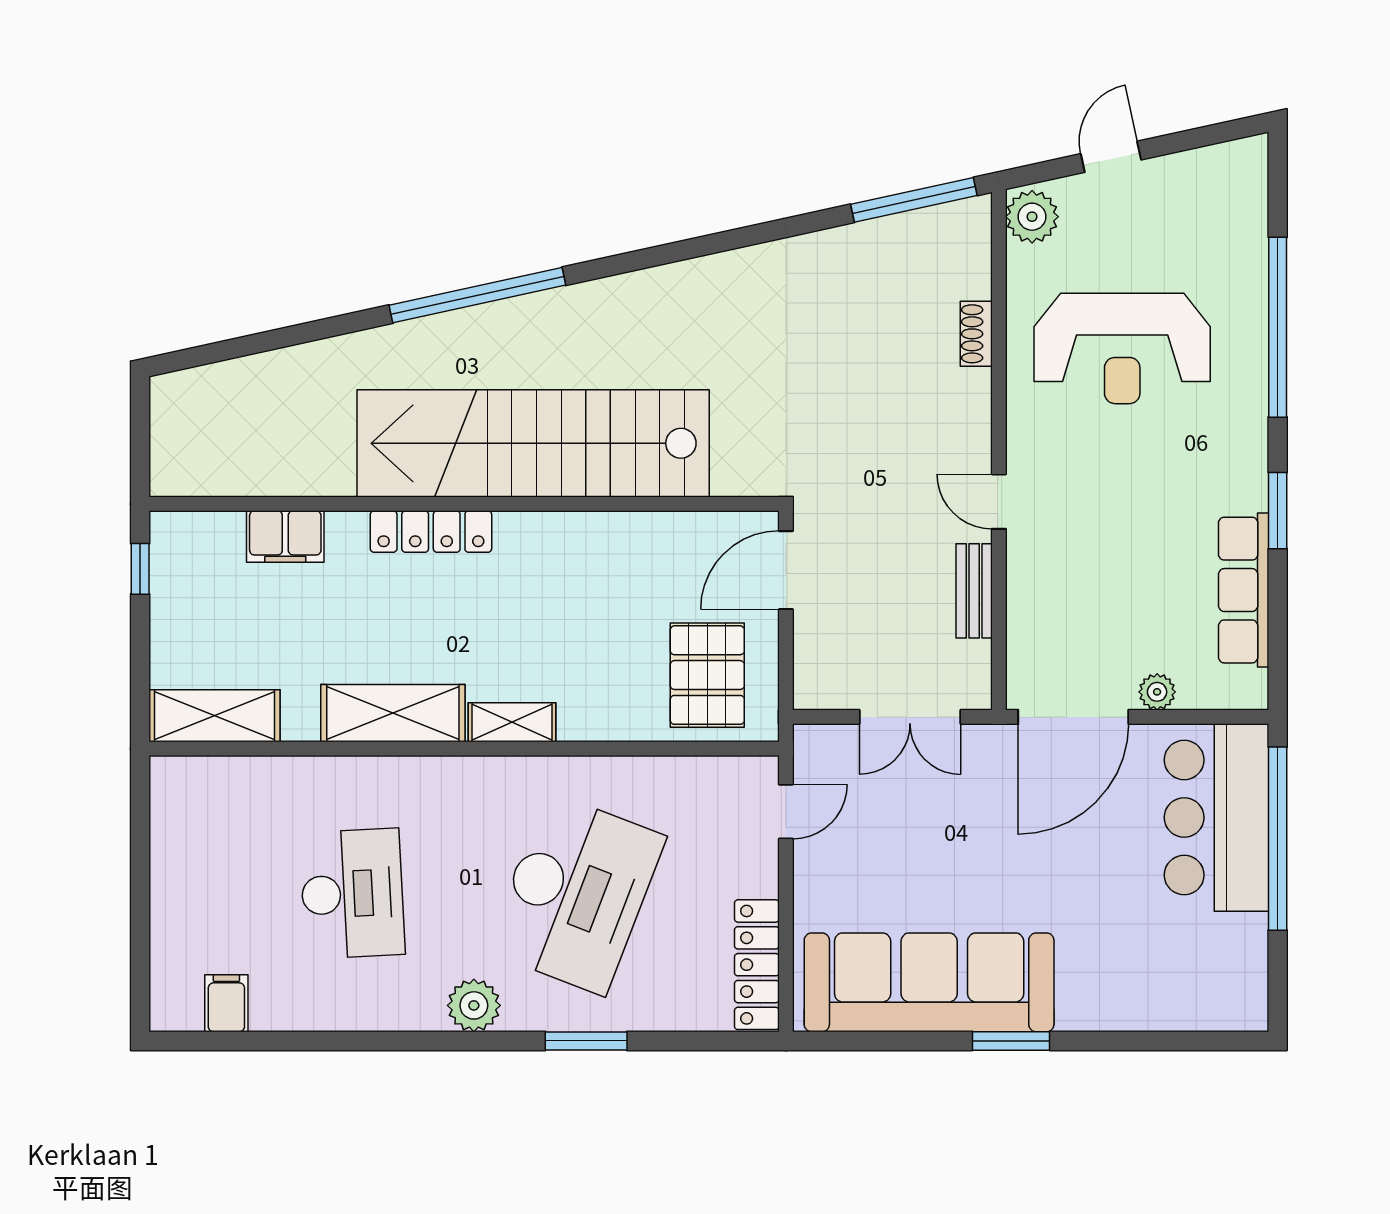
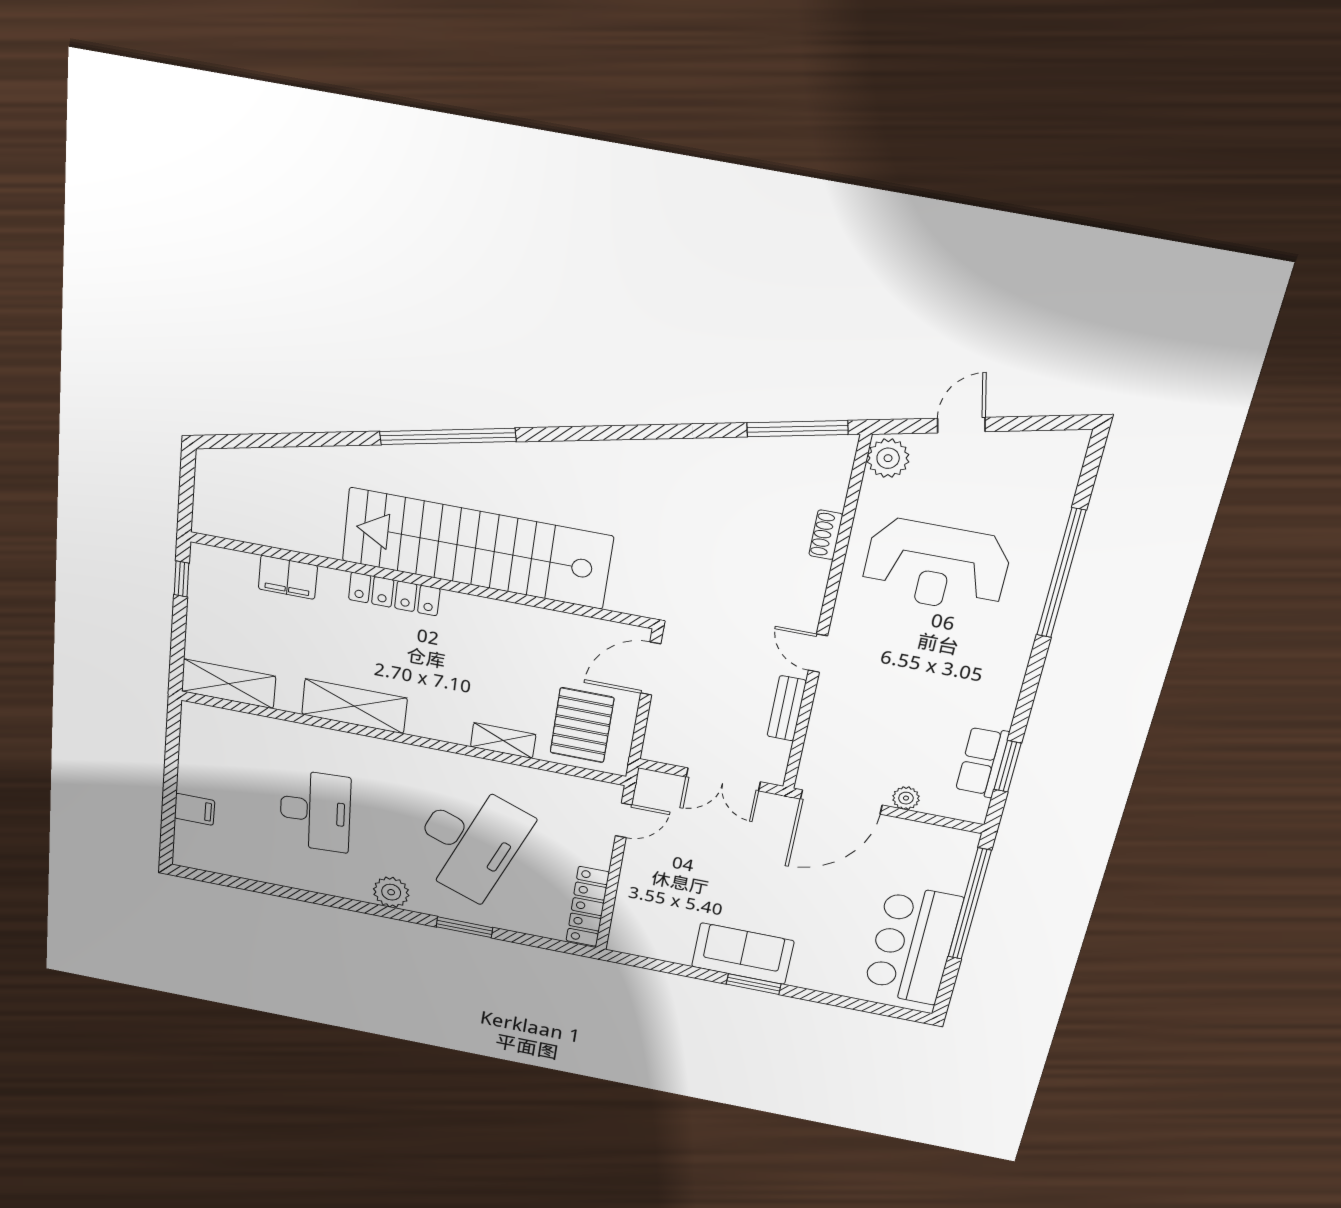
window: (1278, 511) -> (1008, 766), moved
row of seats: (1244, 590) -> (982, 762), width x0.68
shelving: (512, 722) -> (503, 741), moved
bar counter: (1216, 817) -> (913, 945), moved
sofa: (929, 982) -> (743, 954), width x0.54, depth x0.79
filing cabinet: (226, 1003) -> (194, 809), moved, turned 90

